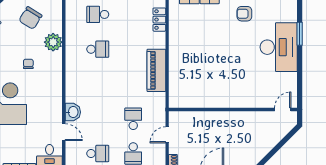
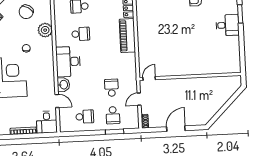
desk: (279, 47) -> (227, 25), width x0.53, depth x0.77
piano: (156, 70) -> (127, 36), moved
desk: (80, 83) -> (68, 62), added
door: (283, 109) -> (149, 78), moved

